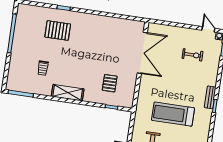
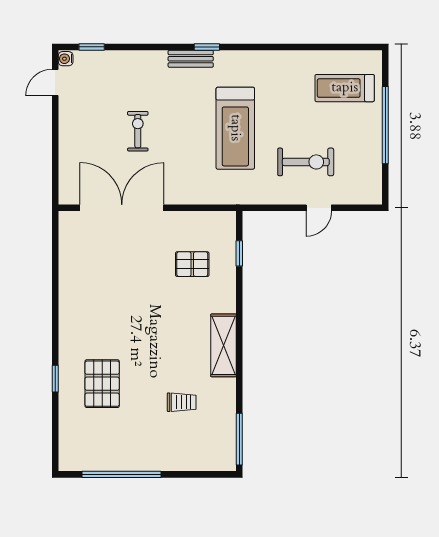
exercise bike: (193, 55) -> (138, 131), moved

